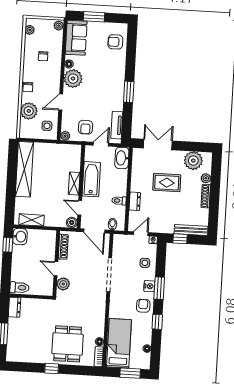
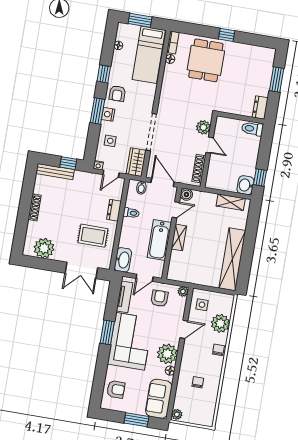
plant: (30, 30) -> (209, 413), removed
corner sofa: (107, 86) -> (130, 341), added
plant: (206, 178) -> (32, 227), removed
rug: (167, 183) -> (93, 236), moved
door: (80, 208) -> (176, 210), hinge flipped
wardrobe: (120, 246) -> (136, 162), added

